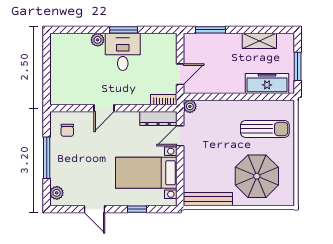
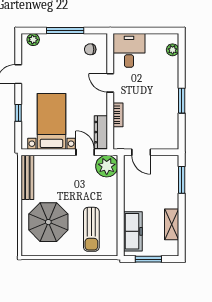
plant: (98, 40) -> (173, 50), moved
desk: (123, 52) -> (129, 50), moved, turned -90
bookcase: (164, 100) -> (118, 115), moved
plant: (190, 106) -> (107, 166), width x1.88, depth x1.88

